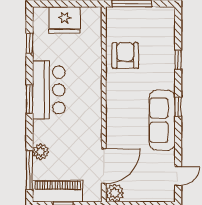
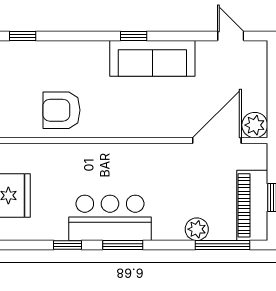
window: (29, 43) -> (67, 245), moved
window: (178, 60) -> (23, 36), moved
door: (104, 166) -> (217, 141), hinge flipped

